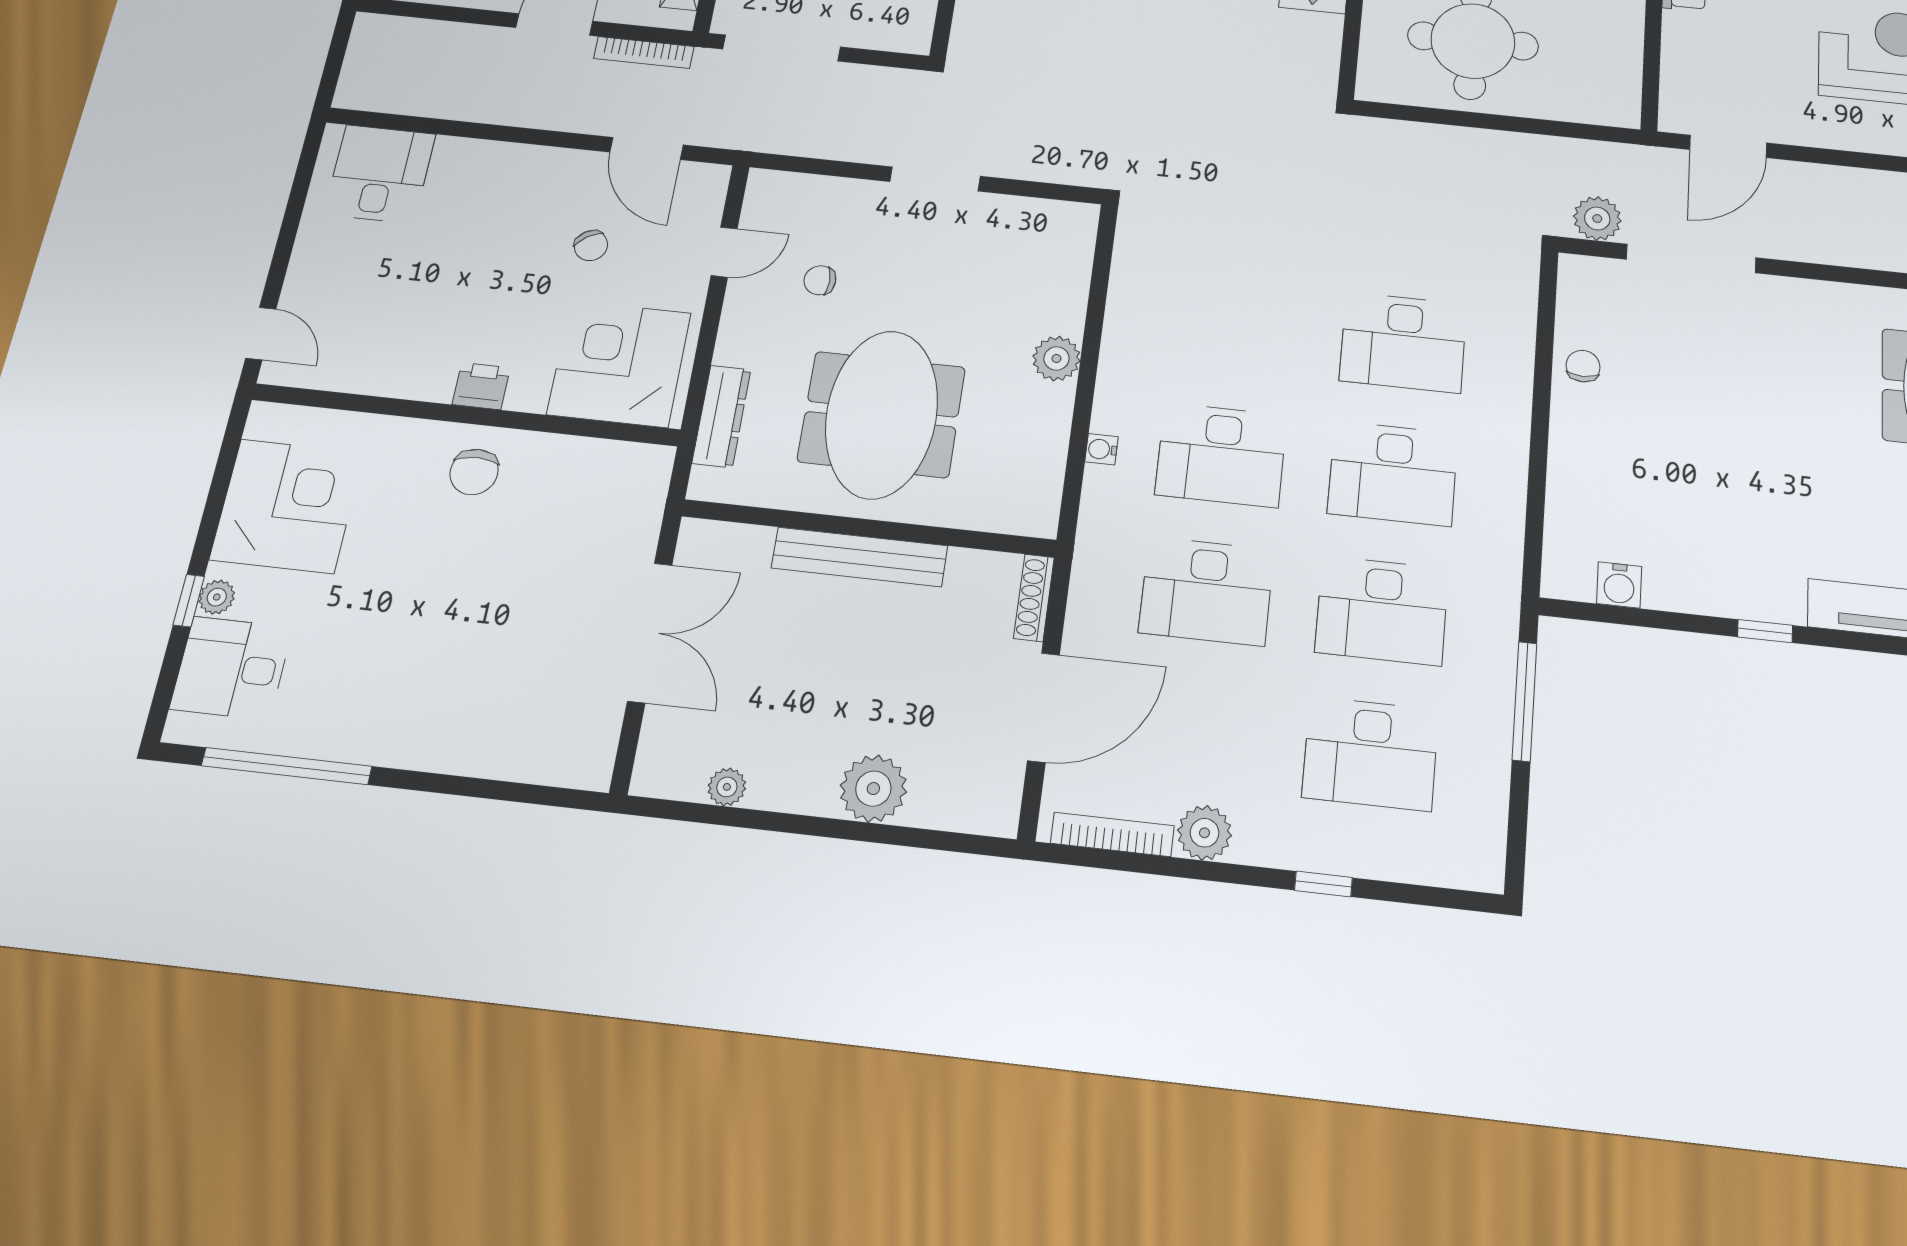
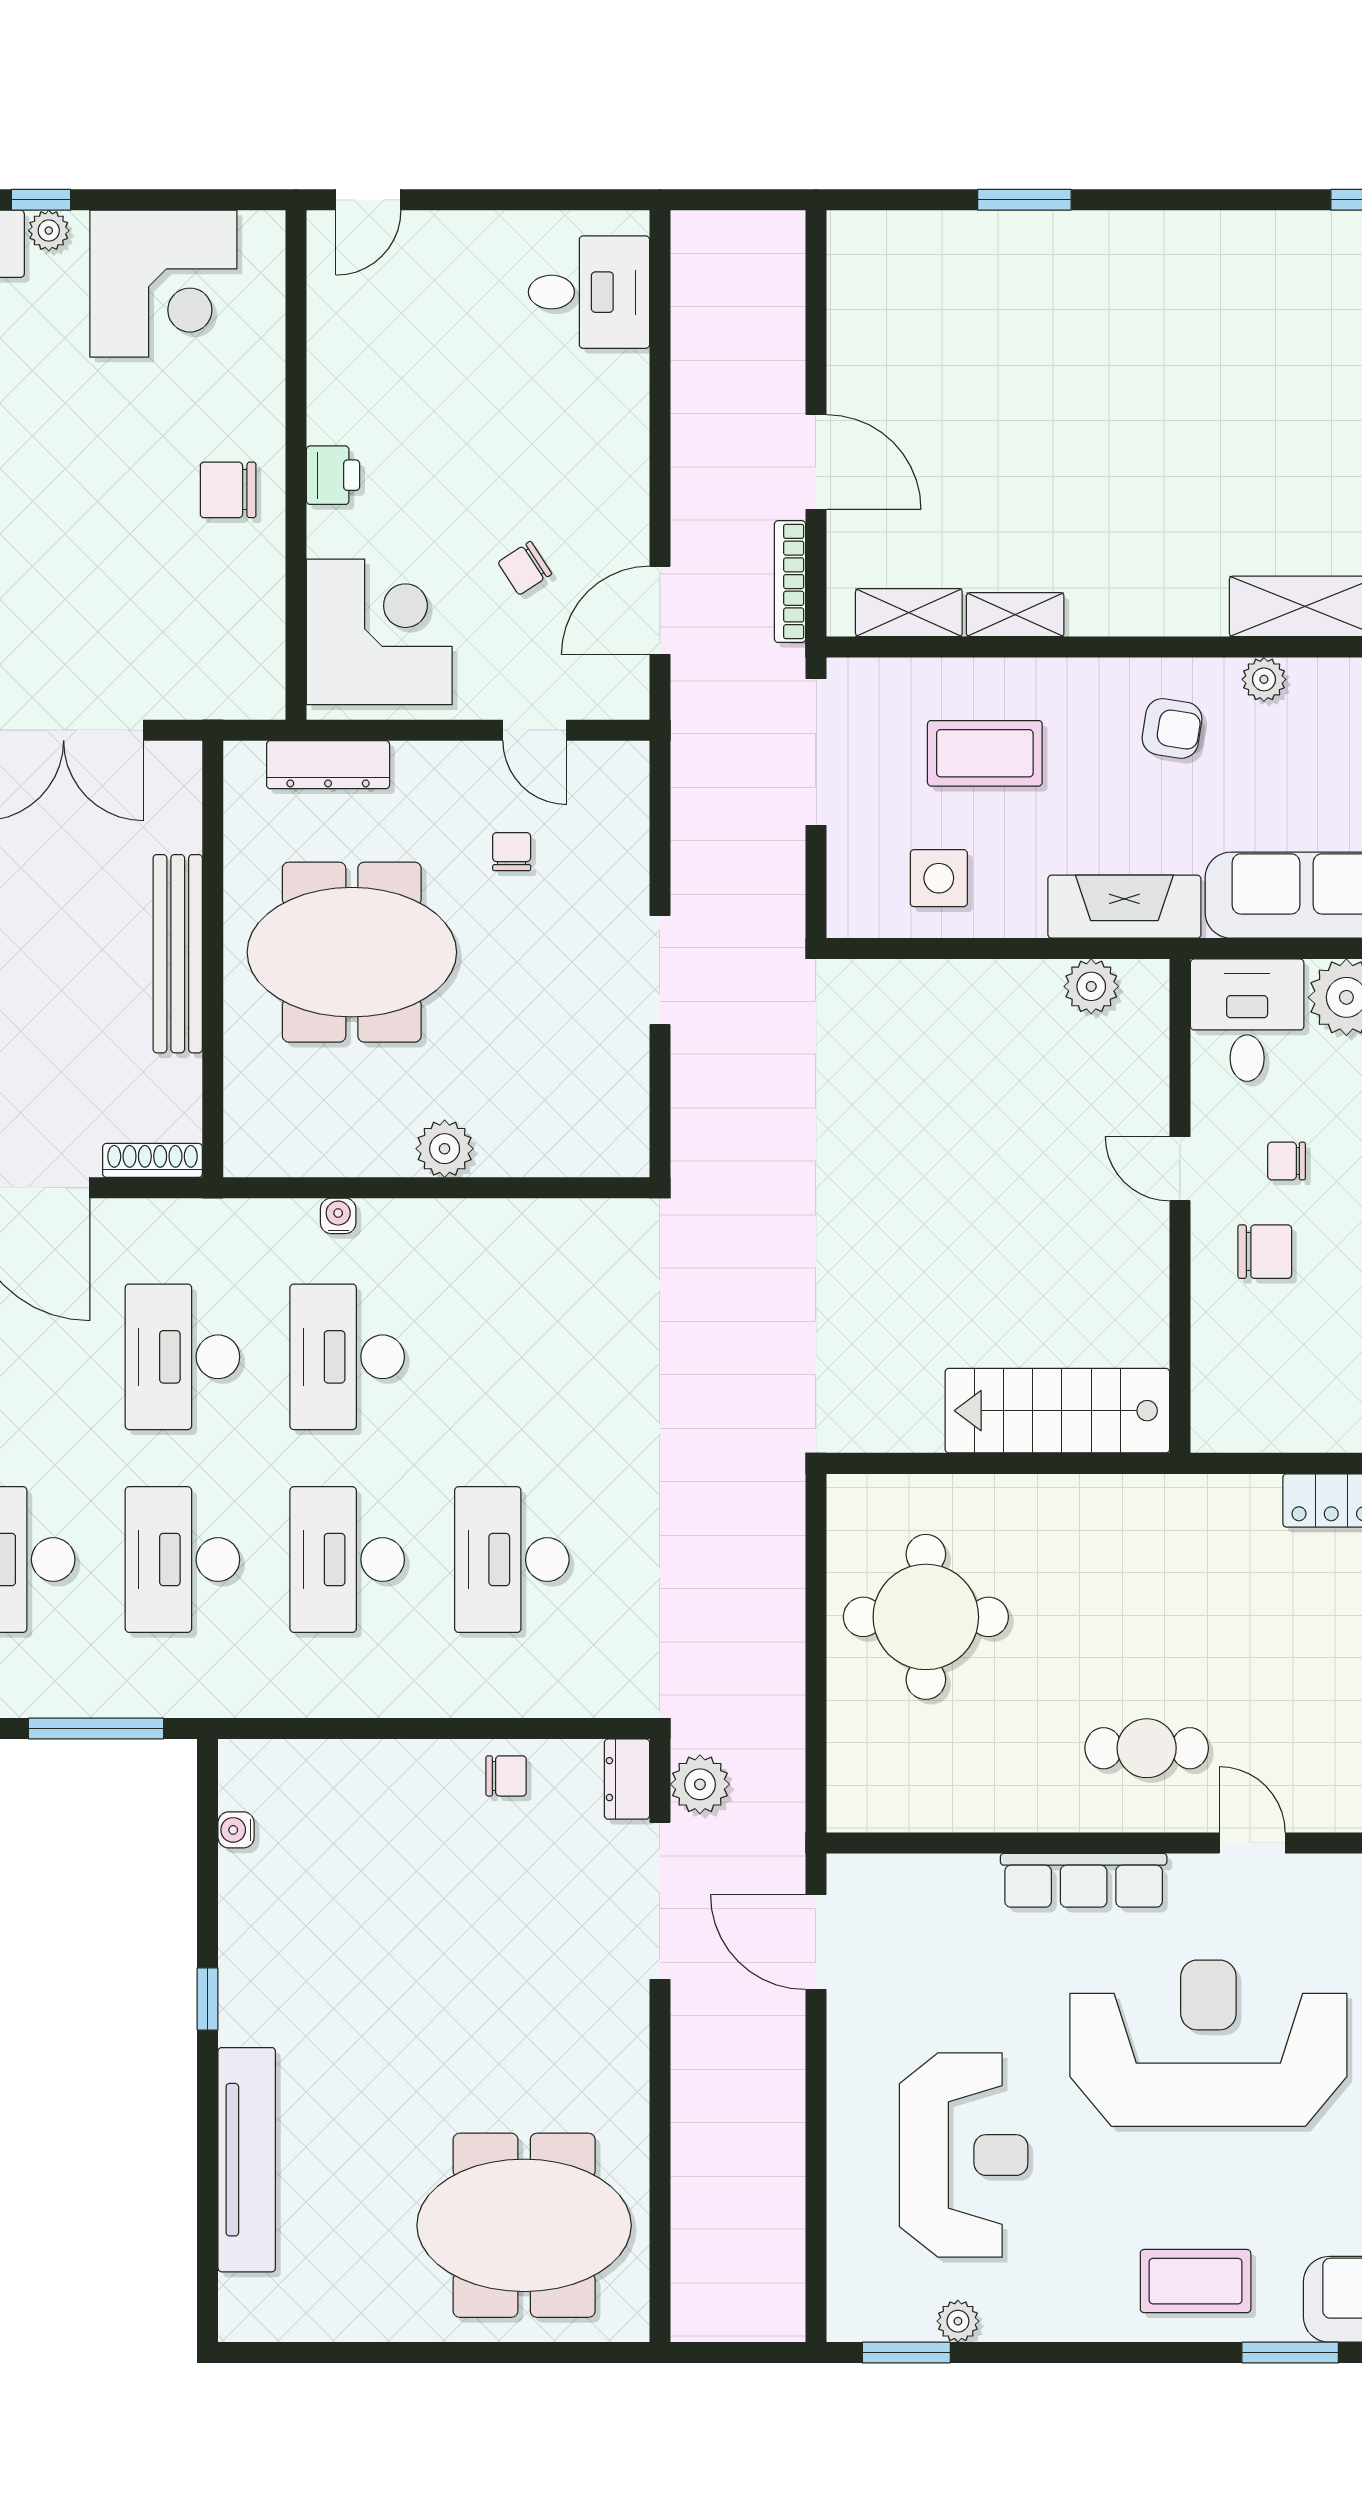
dresser: (1590, 273) -> (627, 1779), added
water cooler: (1619, 585) -> (236, 1830), width x0.72, depth x0.72

